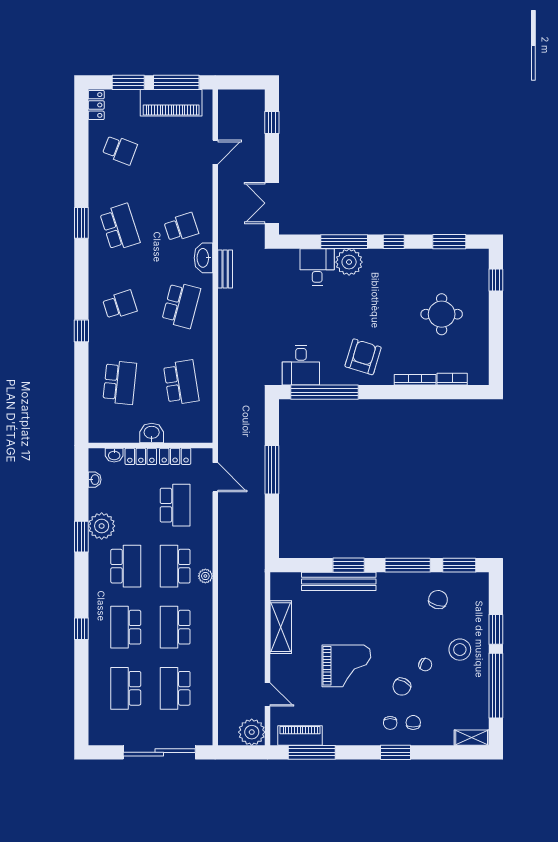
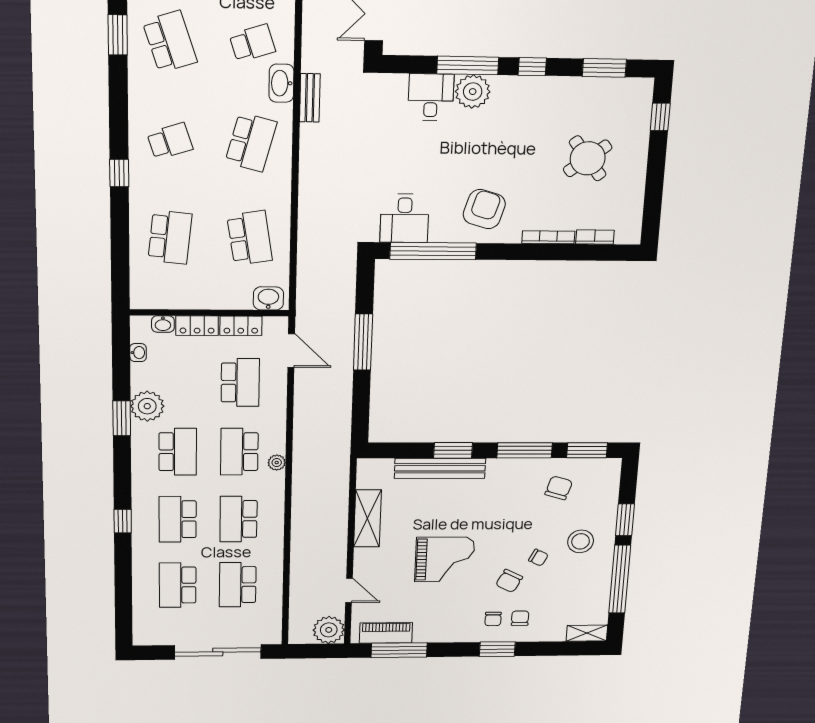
round table: (442, 314) -> (588, 158), turned -37
washbasin: (152, 433) -> (268, 298), moved

